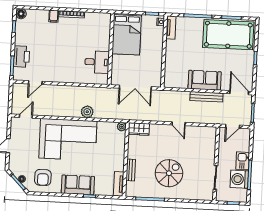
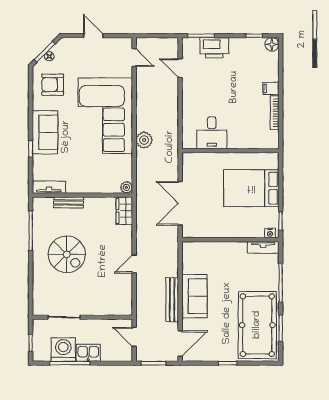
wall: (111, 49) -> (230, 151), moved
desk: (97, 62) -> (212, 133), moved

